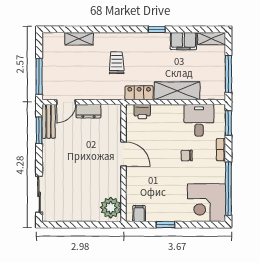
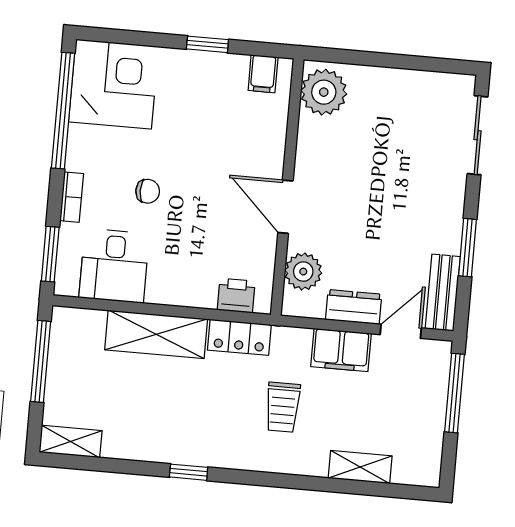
filing cabinet: (183, 41) -> (341, 350), moved, turned 180
plant: (113, 125) -> (303, 272), added
window: (39, 130) -> (468, 248), moved

